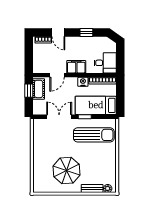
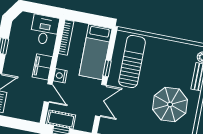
nightstand: (83, 82) -> (60, 76), moved
double door: (59, 117) -> (101, 100), swing flipped

